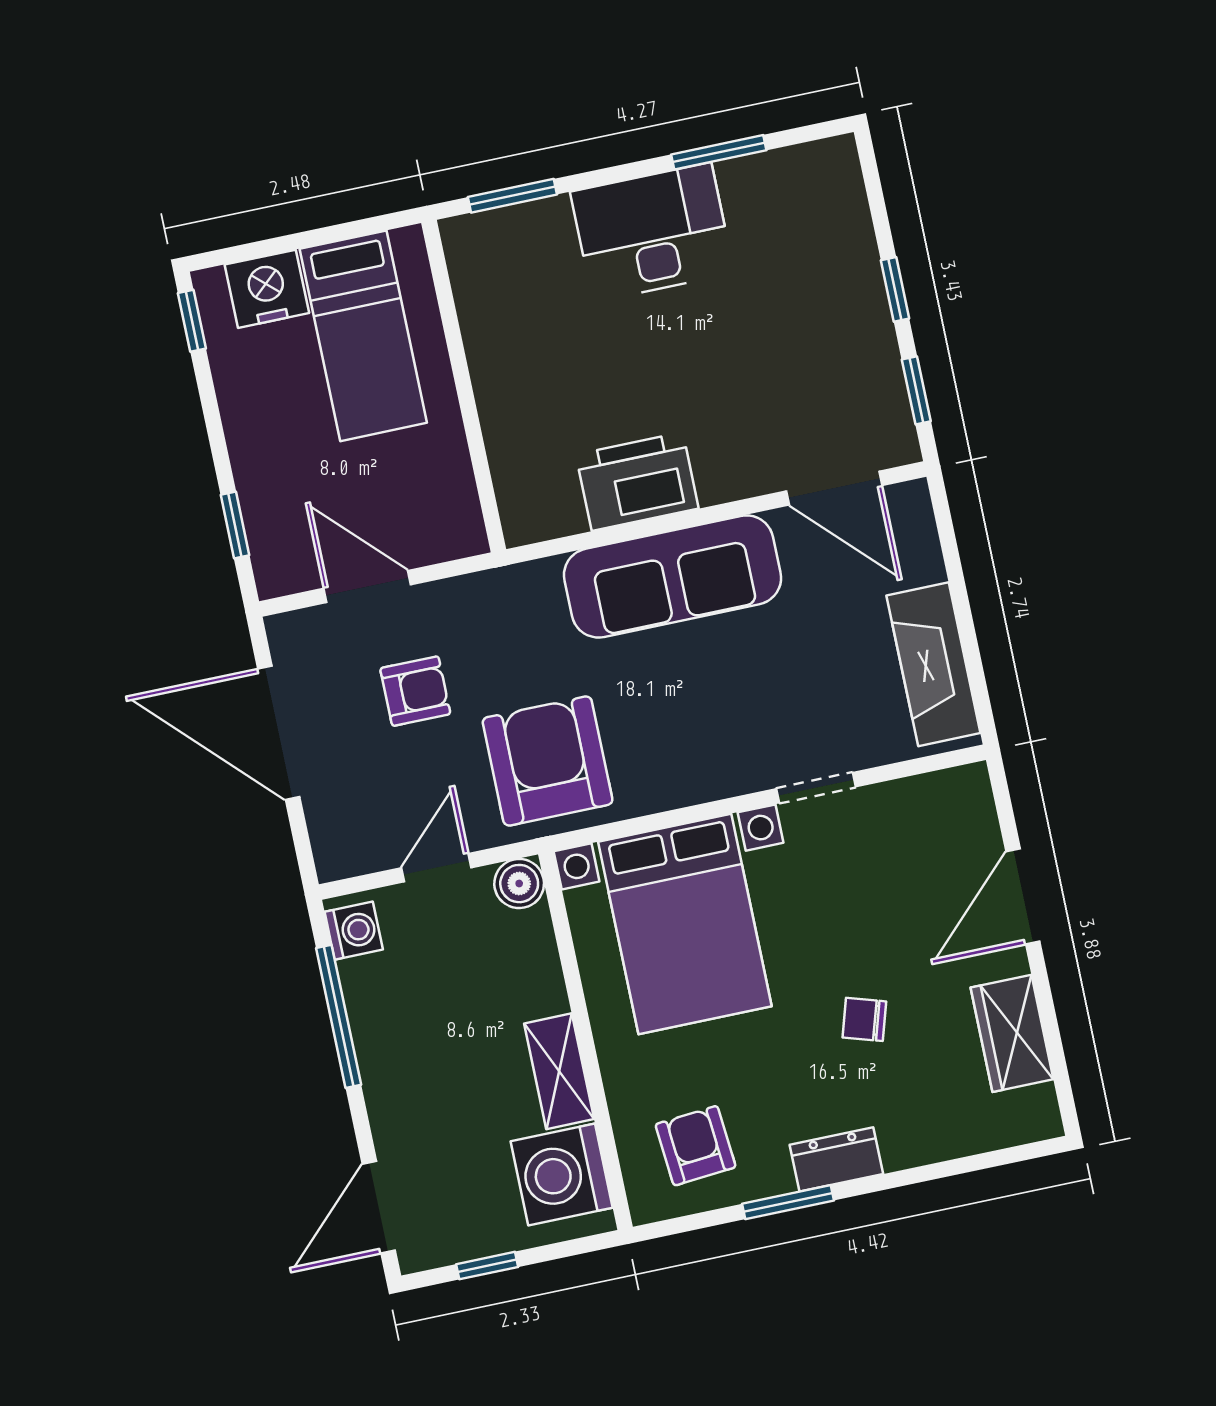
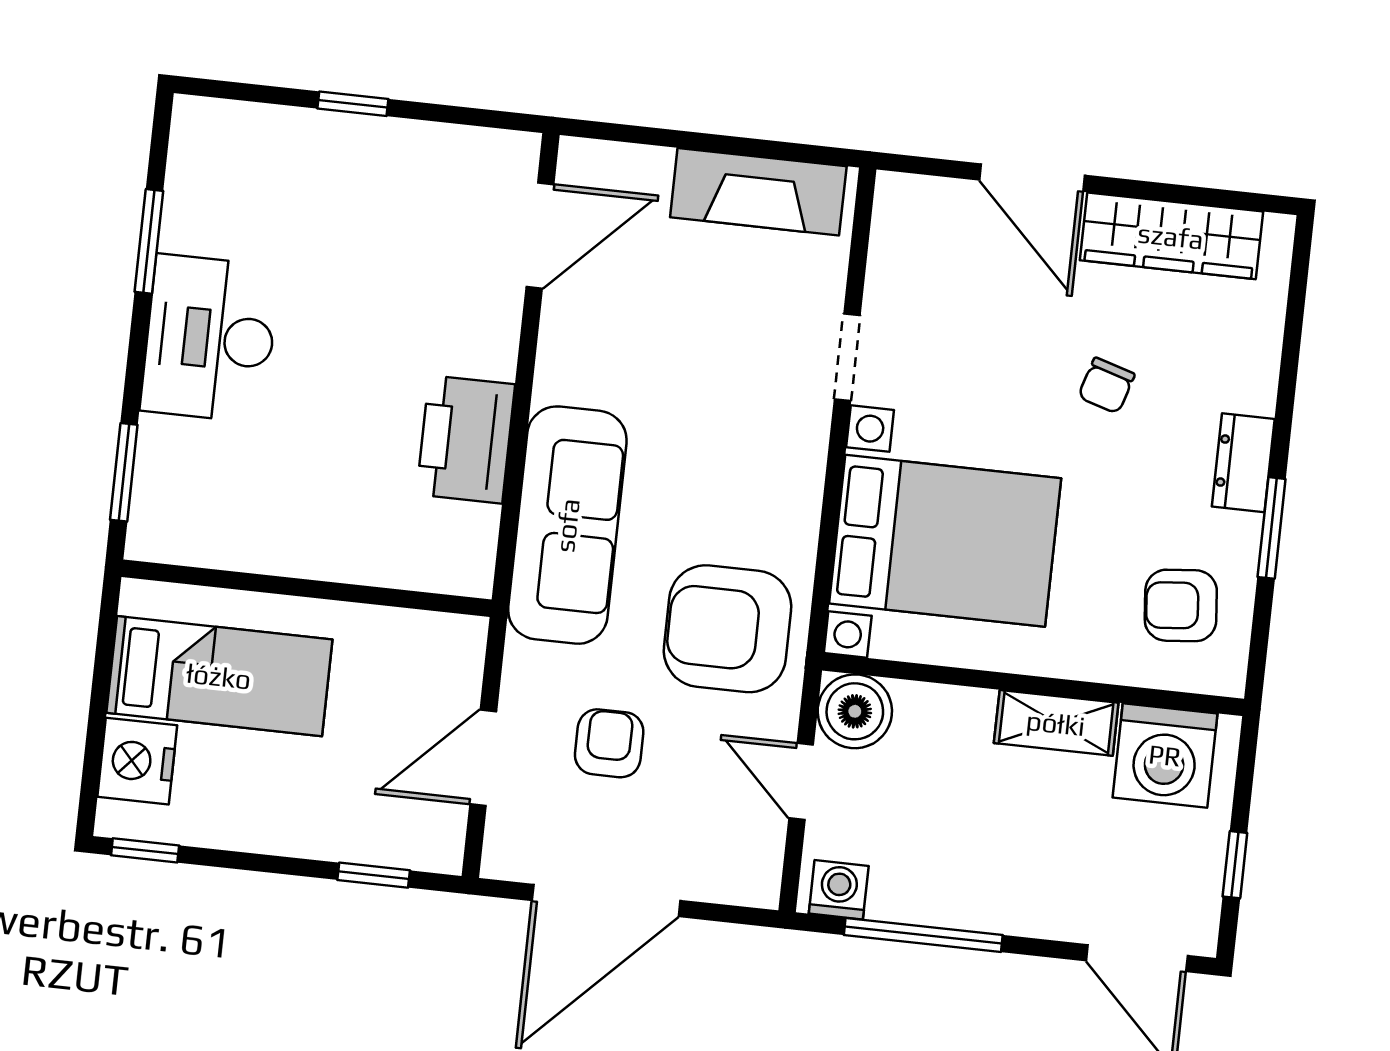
window: (916, 390) -> (466, 116), removed
sofa: (673, 576) -> (567, 525), moved
boiler: (519, 884) -> (855, 711), width x1.36, depth x1.36
wardrobe: (1012, 1033) -> (1171, 236), width x1.50

